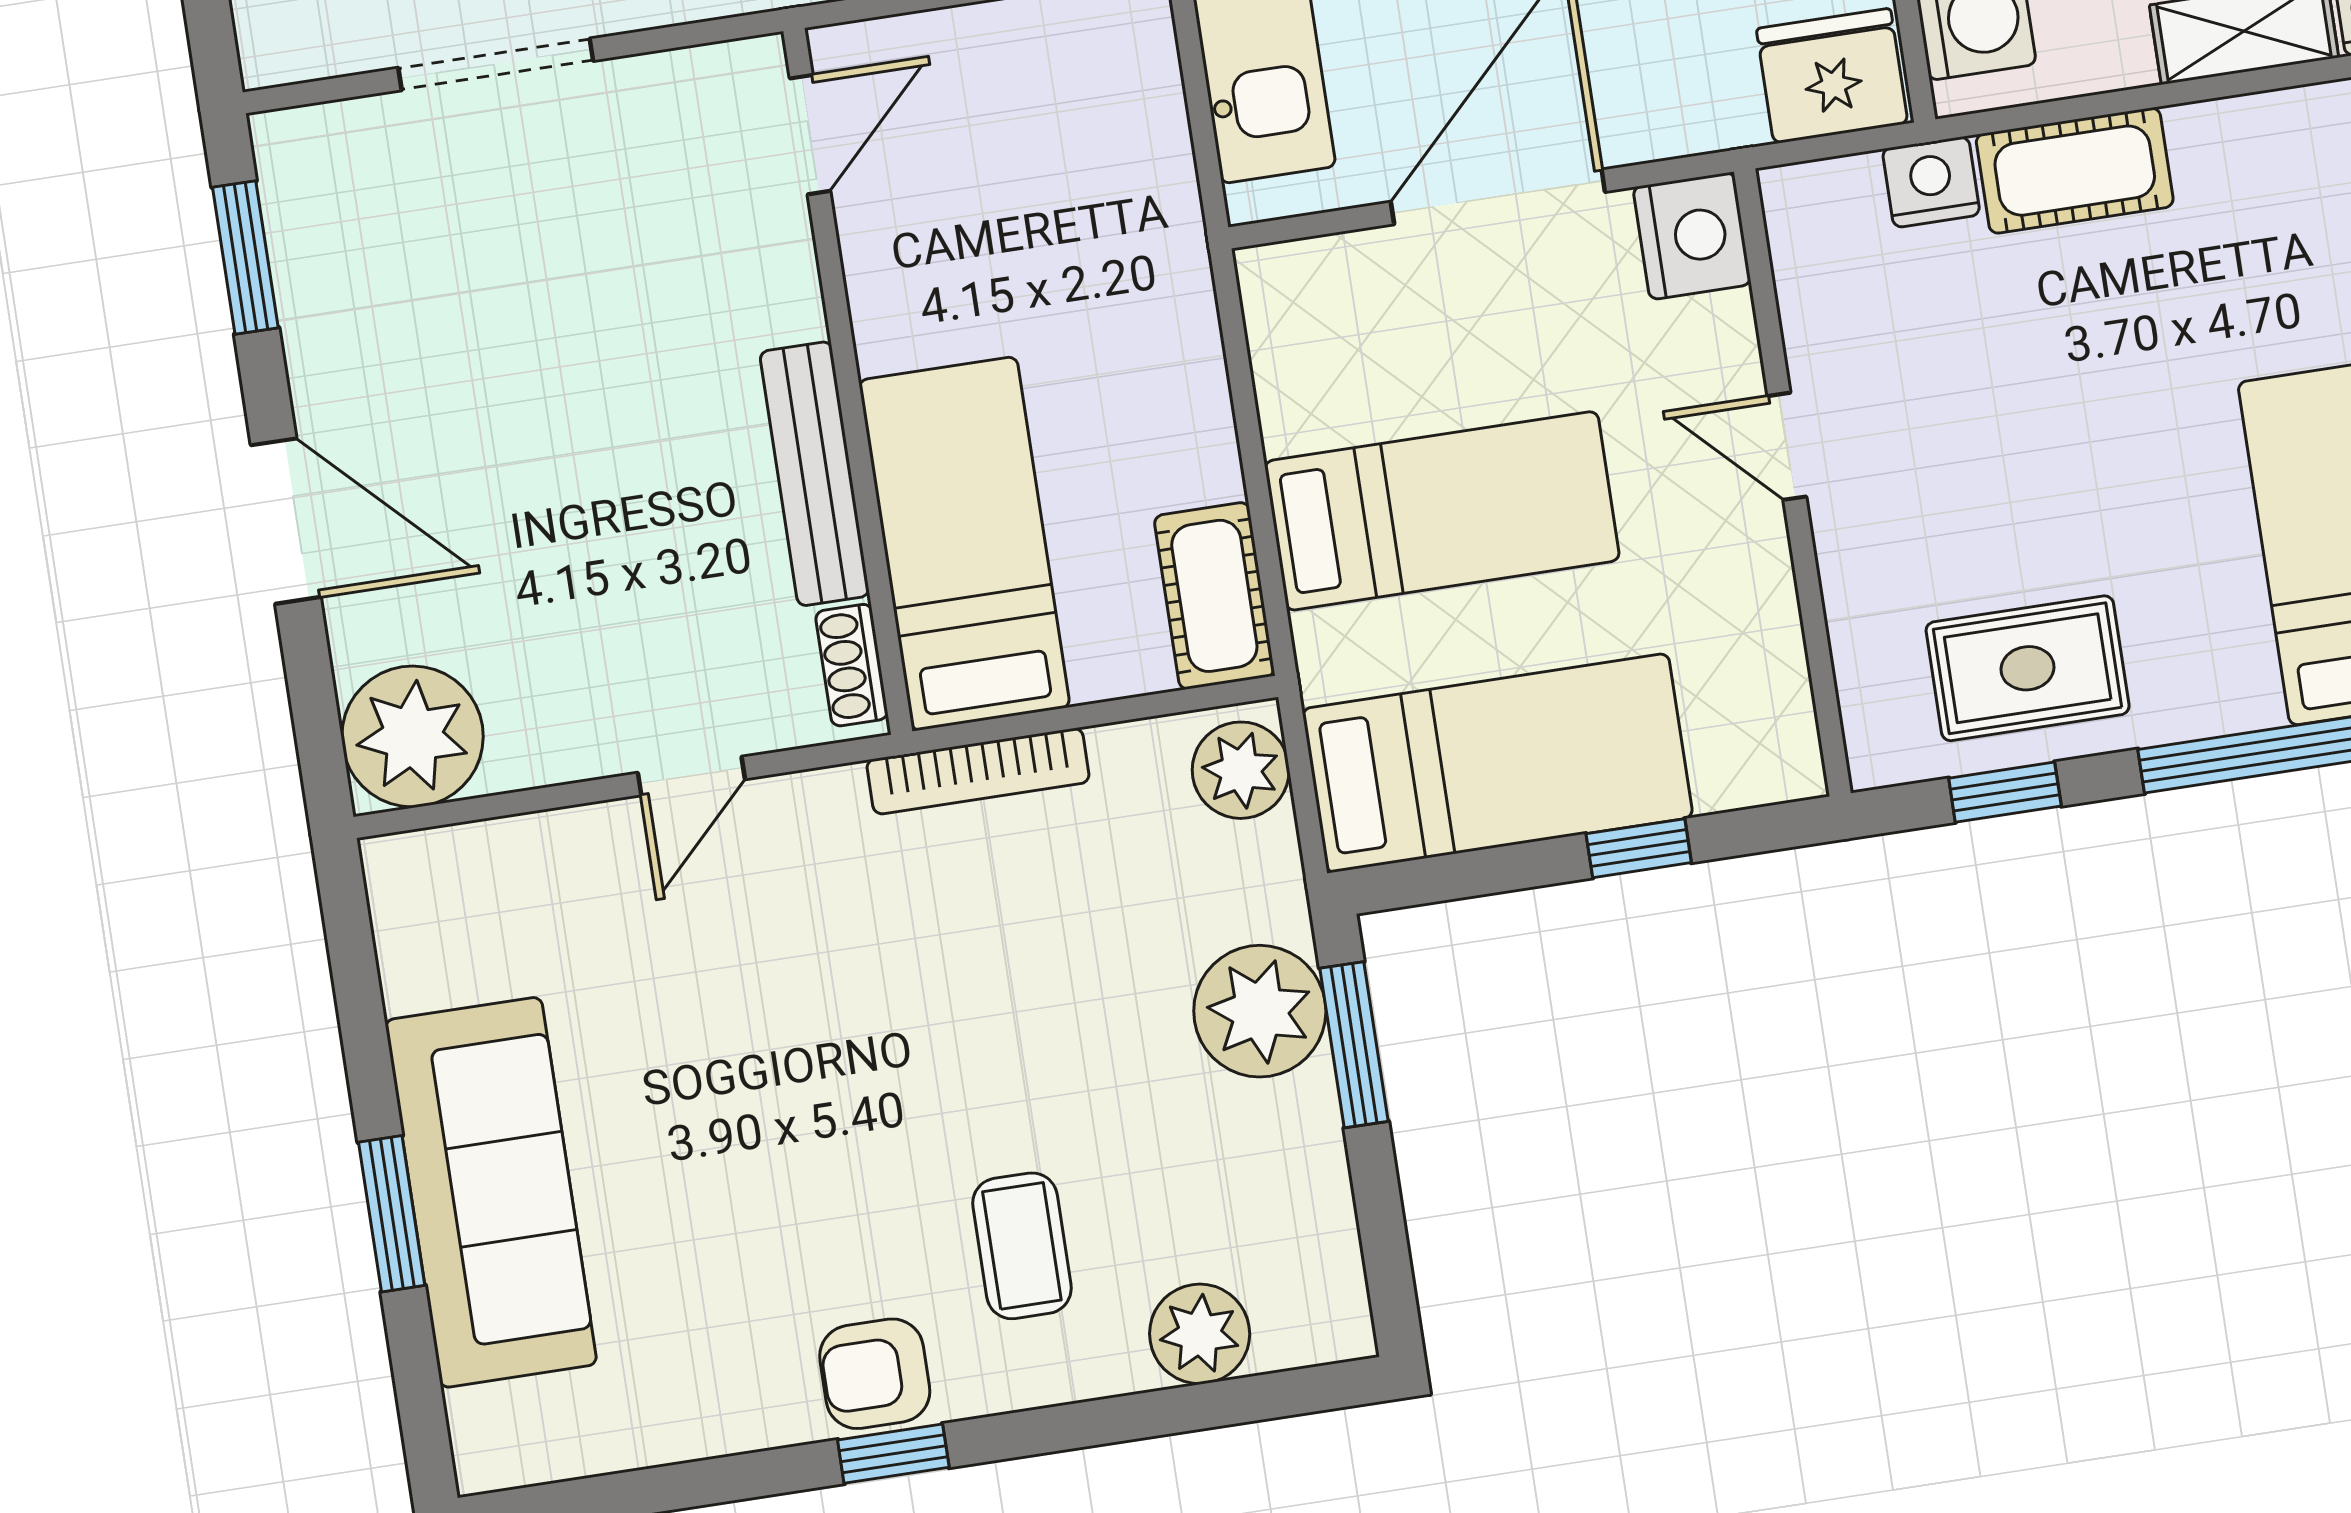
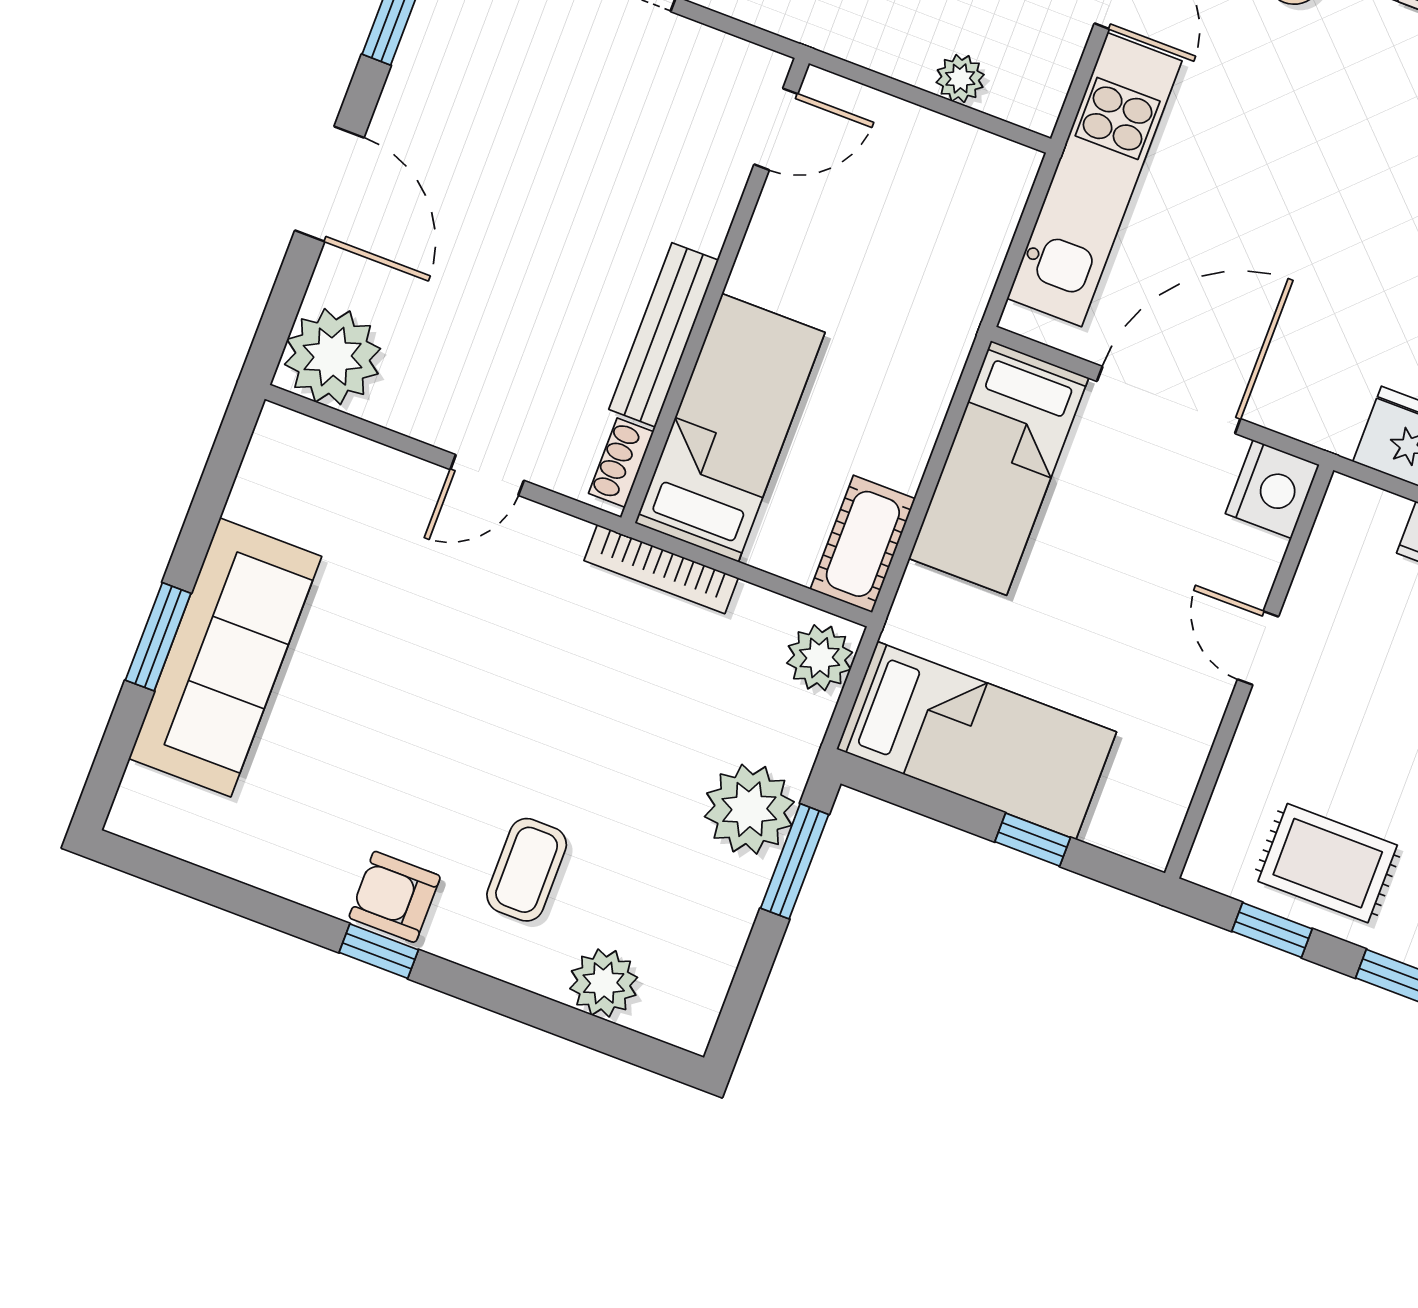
bed: (1442, 511) -> (999, 468), moved, turned 90

